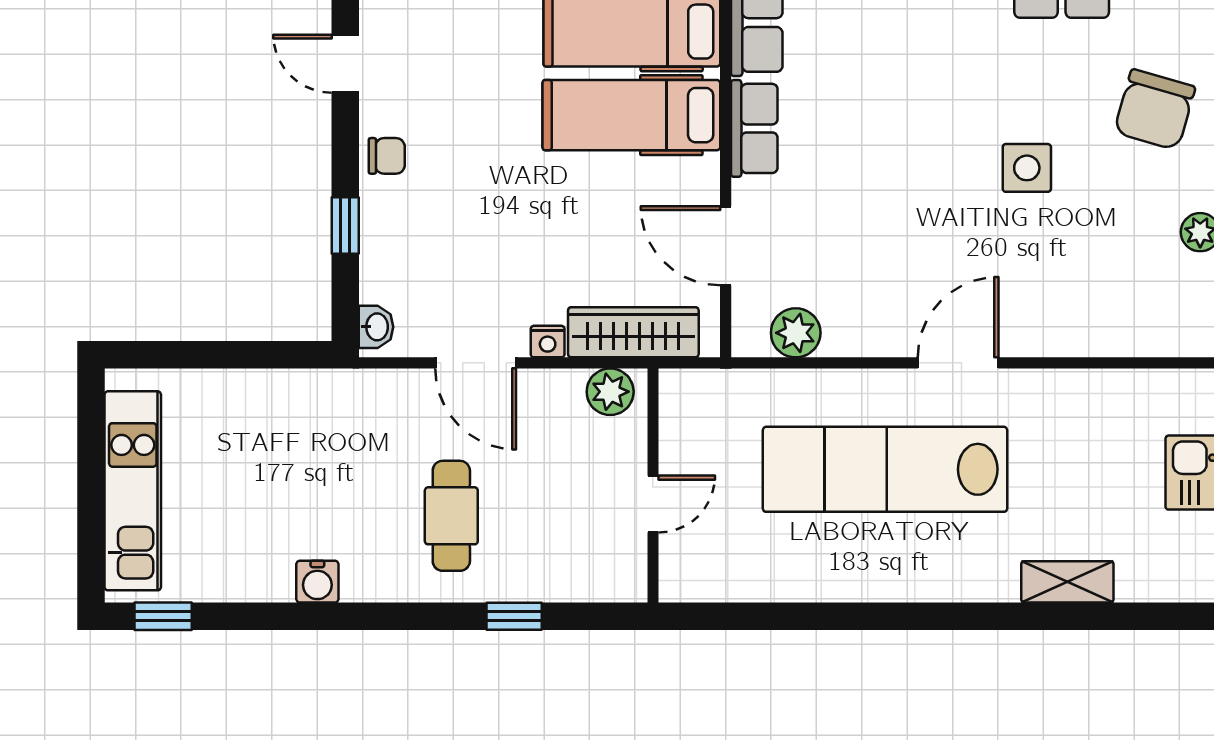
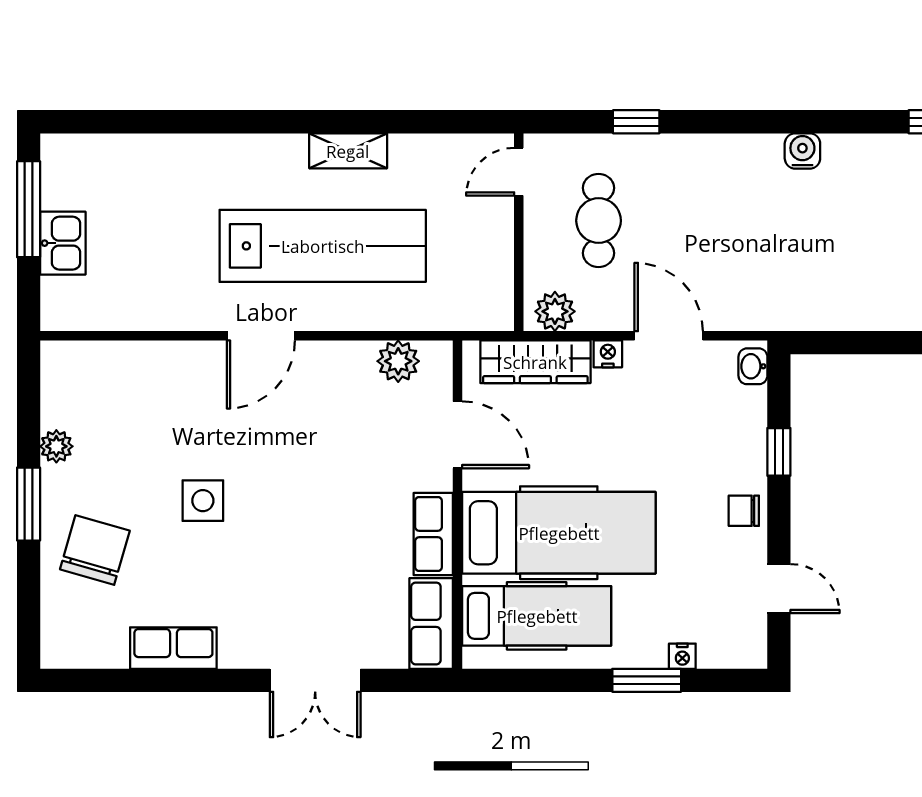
hospital bed: (631, 115) -> (559, 533), width x1.37, depth x1.29
door: (653, 504) -> (519, 172), moved
cafe table: (451, 516) -> (599, 221), moved
shelving: (1067, 582) -> (348, 151), moved

